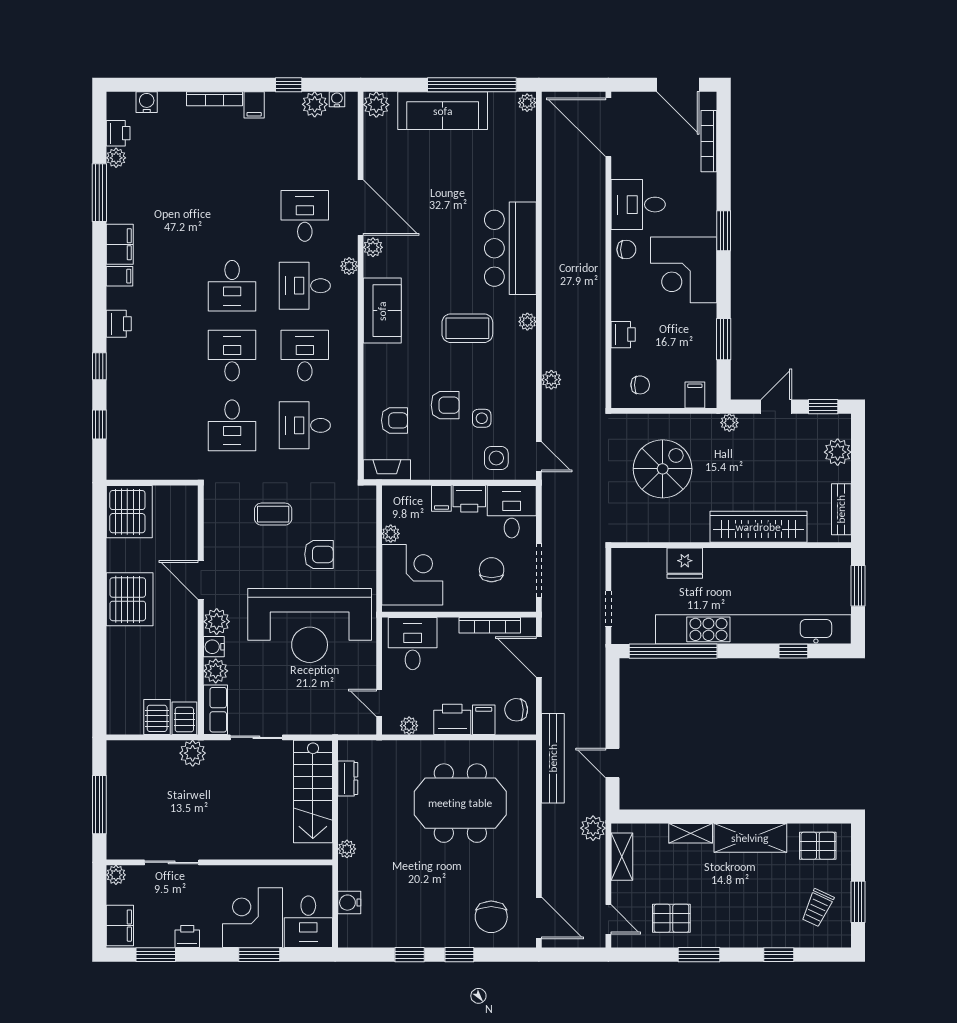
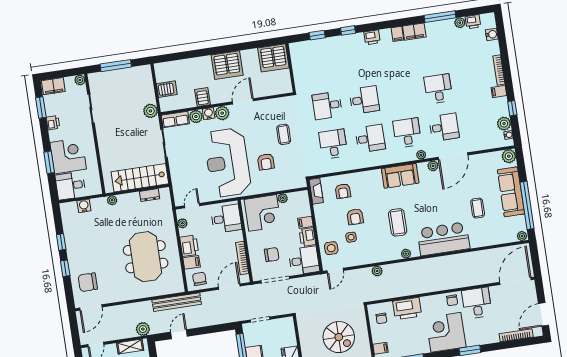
coffee table: (463, 177) -> (478, 208), added
desk: (232, 286) -> (438, 89), moved, turned 90
printer: (623, 335) -> (407, 309), width x1.87, depth x1.48
server rack: (184, 718) -> (202, 97), moved, turned -90

